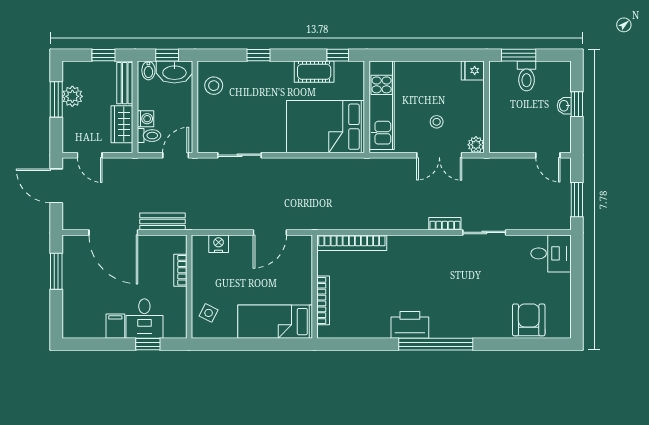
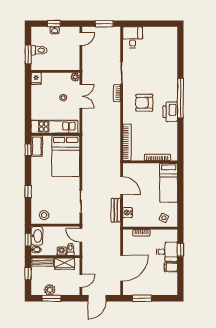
cot: (314, 72) -> (37, 146), moved
bench: (163, 222) -> (116, 210), moved
armchair: (529, 320) -> (144, 103), moved

